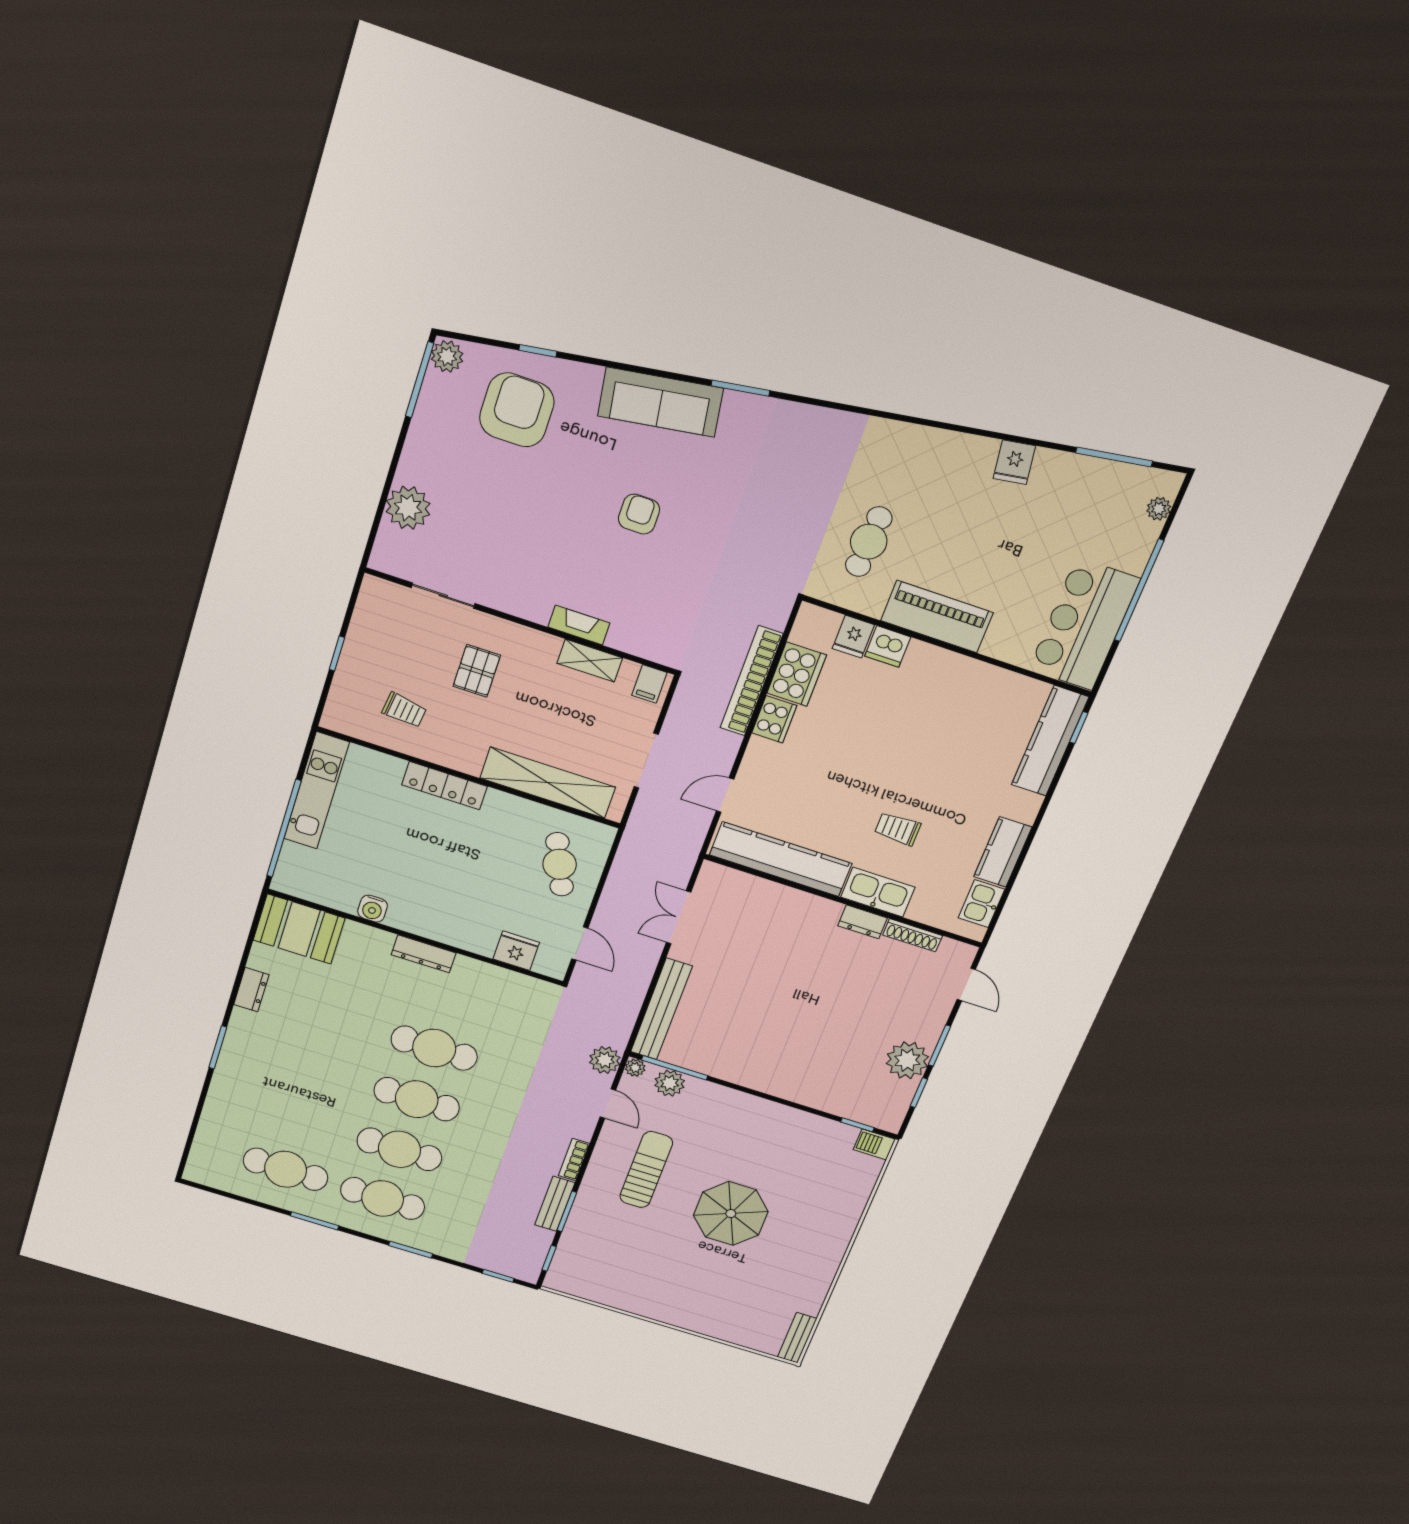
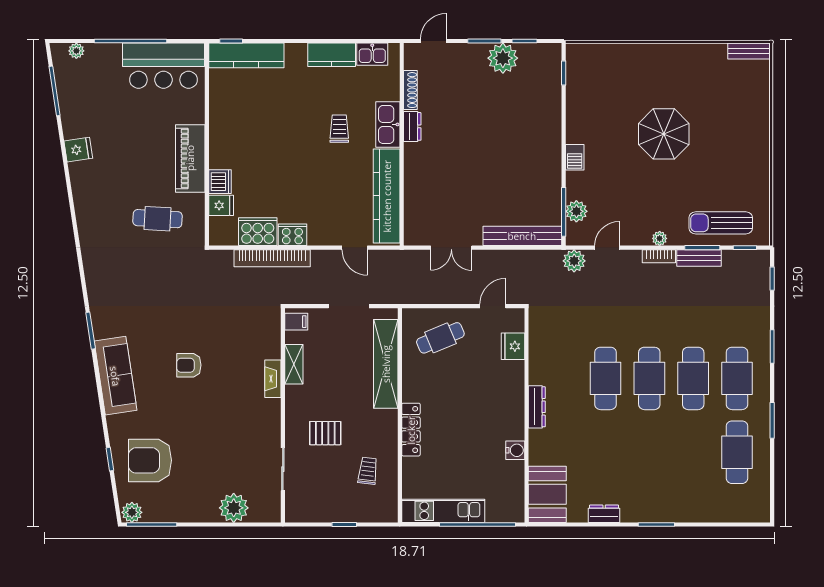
trolley: (898, 829) -> (339, 129), turned 180
plant: (635, 1068) -> (660, 238), moved
barbecue: (874, 1144) -> (575, 157), moved
sun lounger: (646, 1170) -> (721, 223), moved

